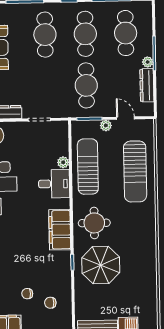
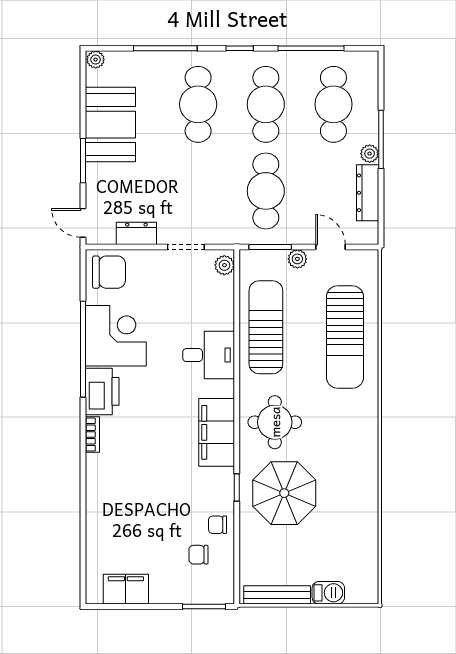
plant: (63, 162) -> (224, 265), moved
chair: (27, 294) -> (218, 525), moved

